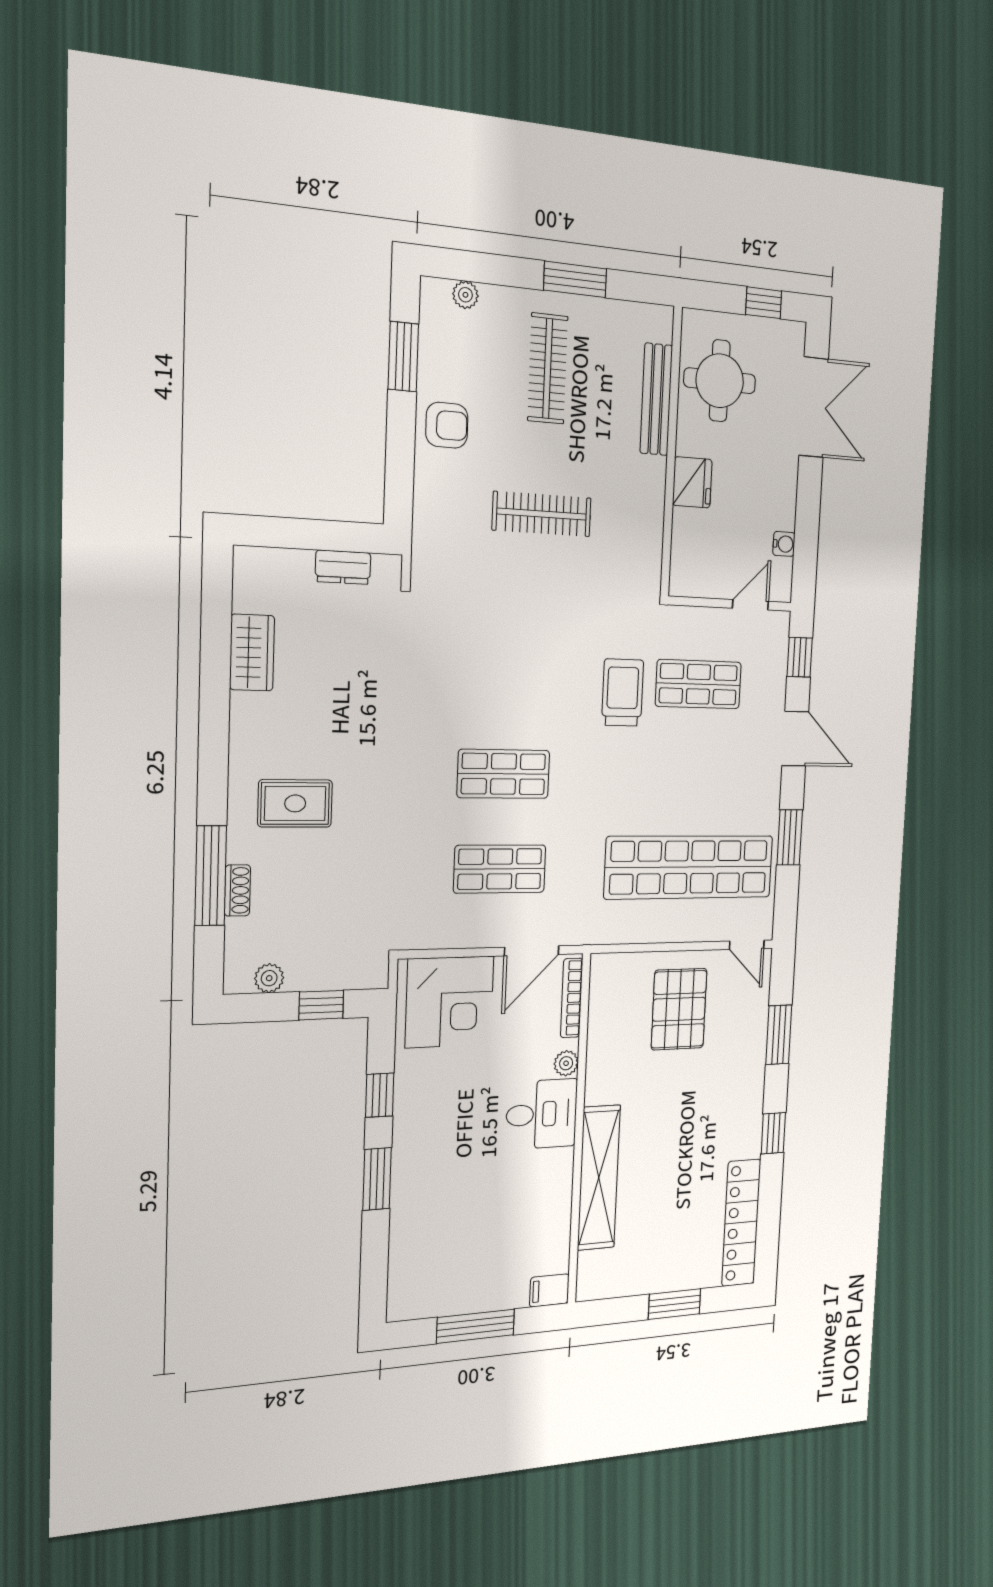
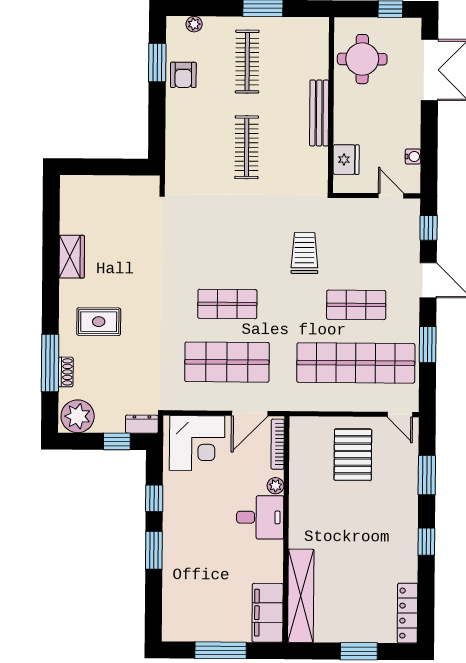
bench: (656, 399) -> (319, 113), moved
armchair: (447, 425) -> (183, 75), moved, turned 90
fridge: (692, 482) -> (346, 160), moved
clothes rail: (542, 514) -> (247, 147), turned 90
dresser: (343, 567) -> (142, 424), moved, turned 180
door: (751, 605) -> (391, 196), hinge flipped
wardrobe: (252, 653) -> (72, 257), moved
shop shelf: (698, 684) -> (356, 305), moved
shop shelf: (500, 869) -> (227, 362), width x1.43, depth x1.36
plant: (269, 978) -> (78, 416), width x1.88, depth x1.88
shelving: (599, 1178) -> (301, 596), moved
locker: (741, 1223) -> (407, 613), width x0.71, depth x0.83
filing cabinet: (549, 1290) -> (268, 613), width x3.00, depth x1.17

